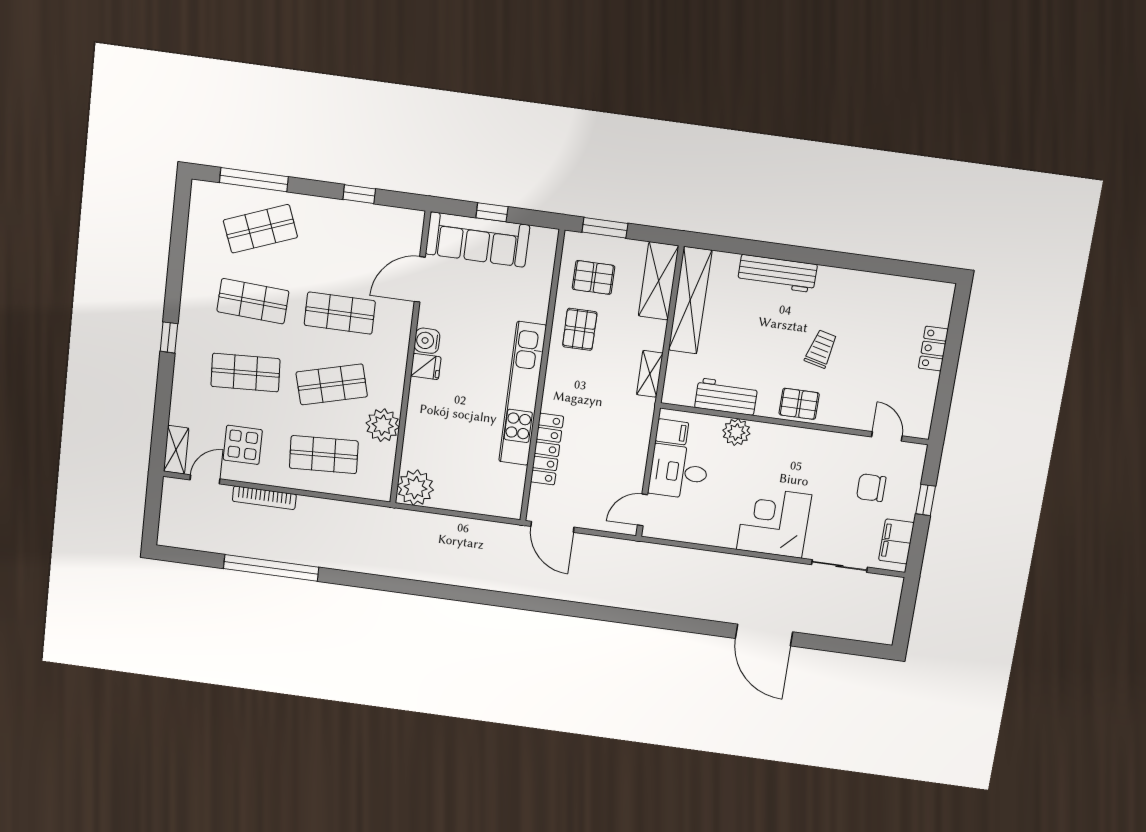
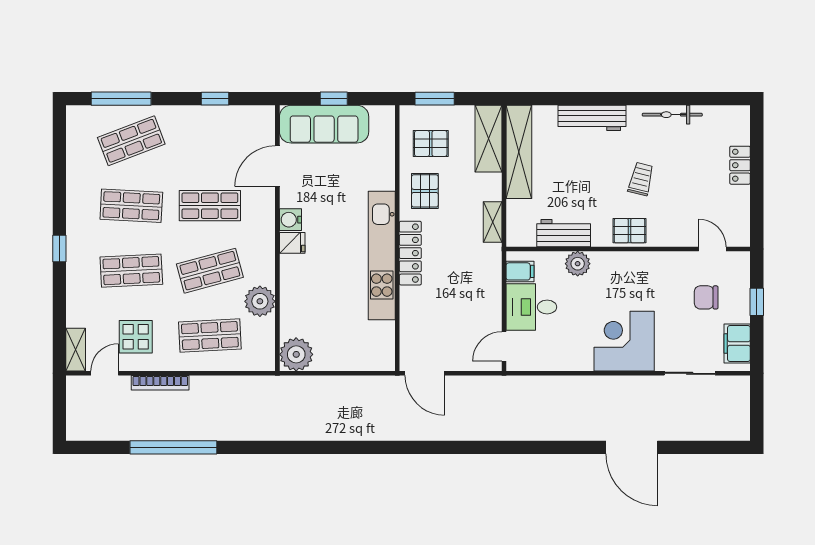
bicycle: (868, 282) -> (672, 115), added
locker: (547, 449) -> (410, 253), moved

